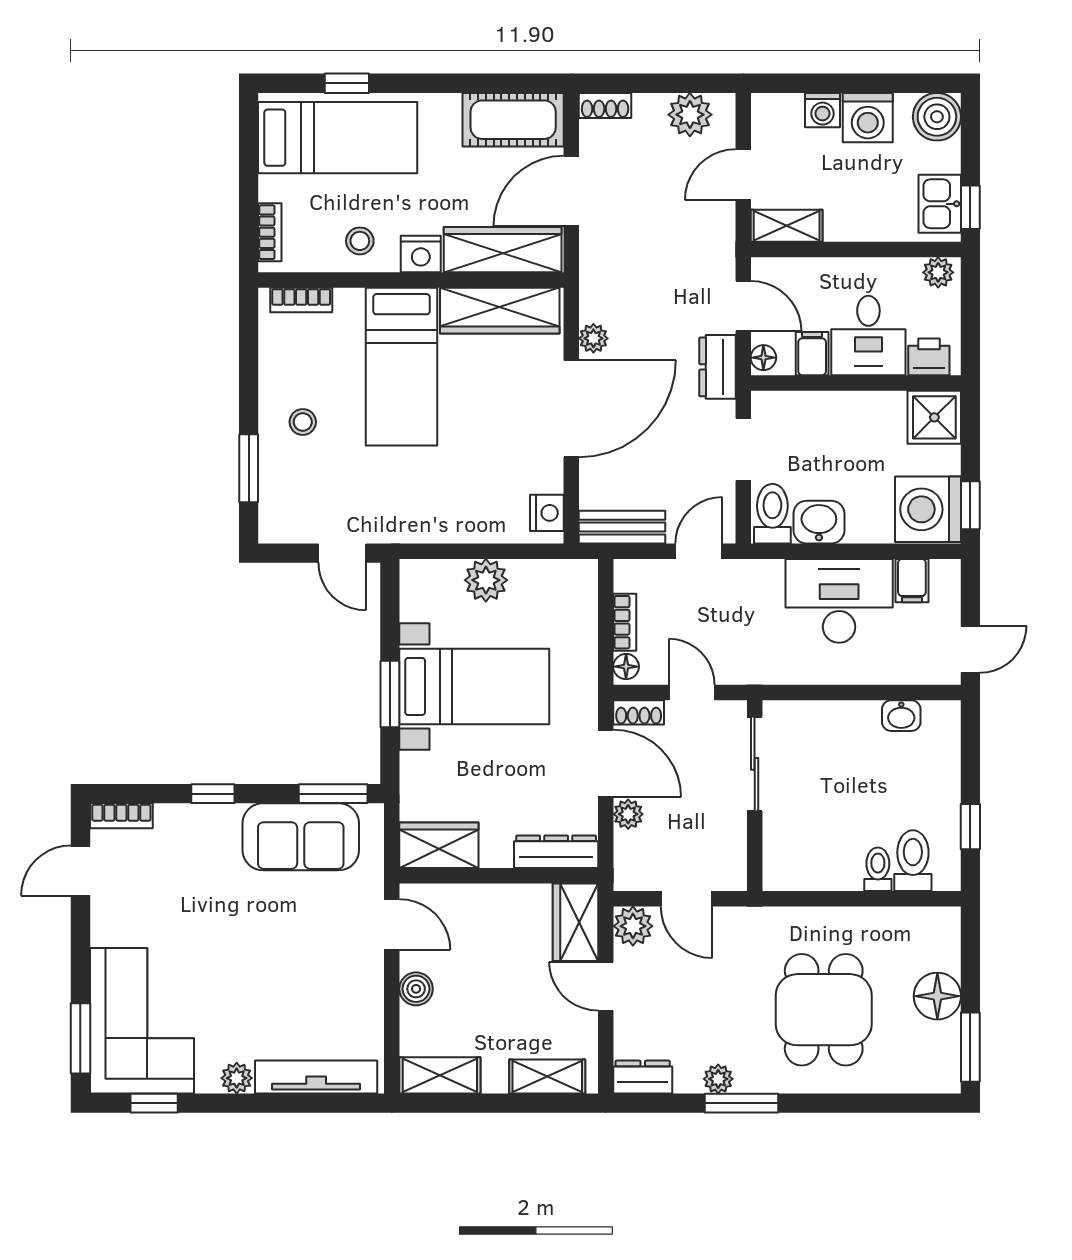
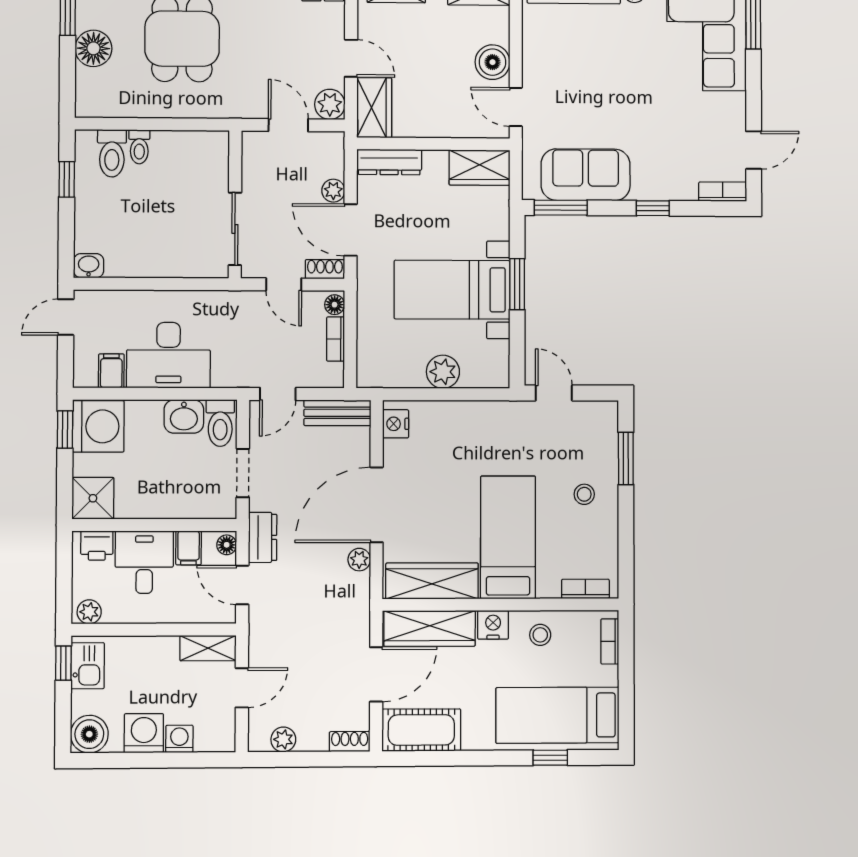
plant: (690, 115) -> (283, 739), width x0.73, depth x0.73
washbasin: (901, 716) -> (89, 266), moved
boiler: (416, 989) -> (492, 62), width x1.36, depth x1.36

